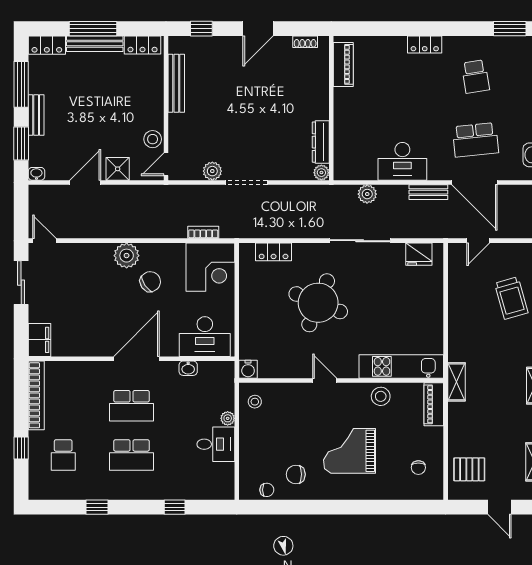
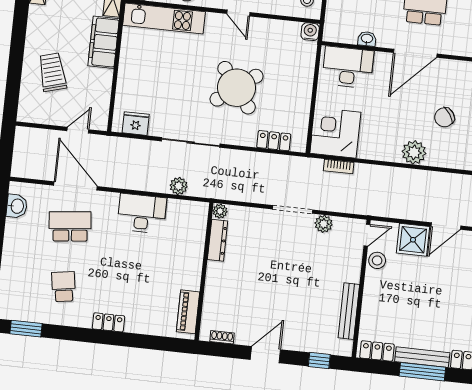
shower: (118, 169) -> (413, 240), width x1.36, depth x1.36
bench: (428, 192) -> (120, 181), removed
chair: (150, 282) -> (444, 117), moved
round table: (318, 303) -> (237, 88), turned 31
filing cabinet: (461, 335) -> (104, 42), added

